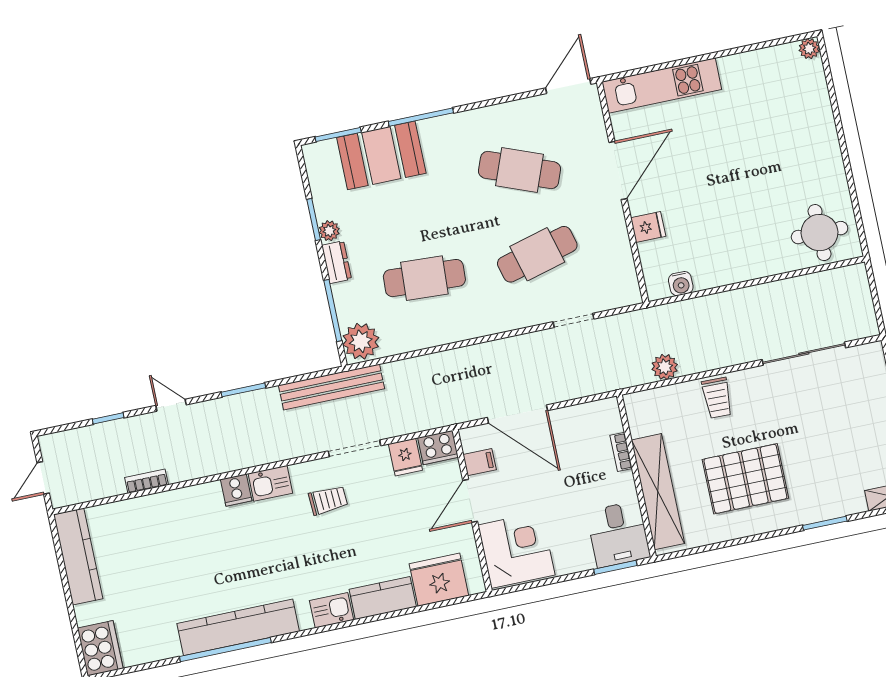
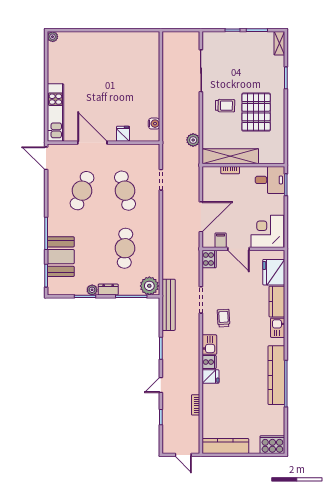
round table: (820, 233) -> (143, 51), removed
trolley: (717, 398) -> (225, 106), moved
fridge: (405, 457) -> (210, 377), moved
shelving: (658, 492) -> (230, 156), moved

